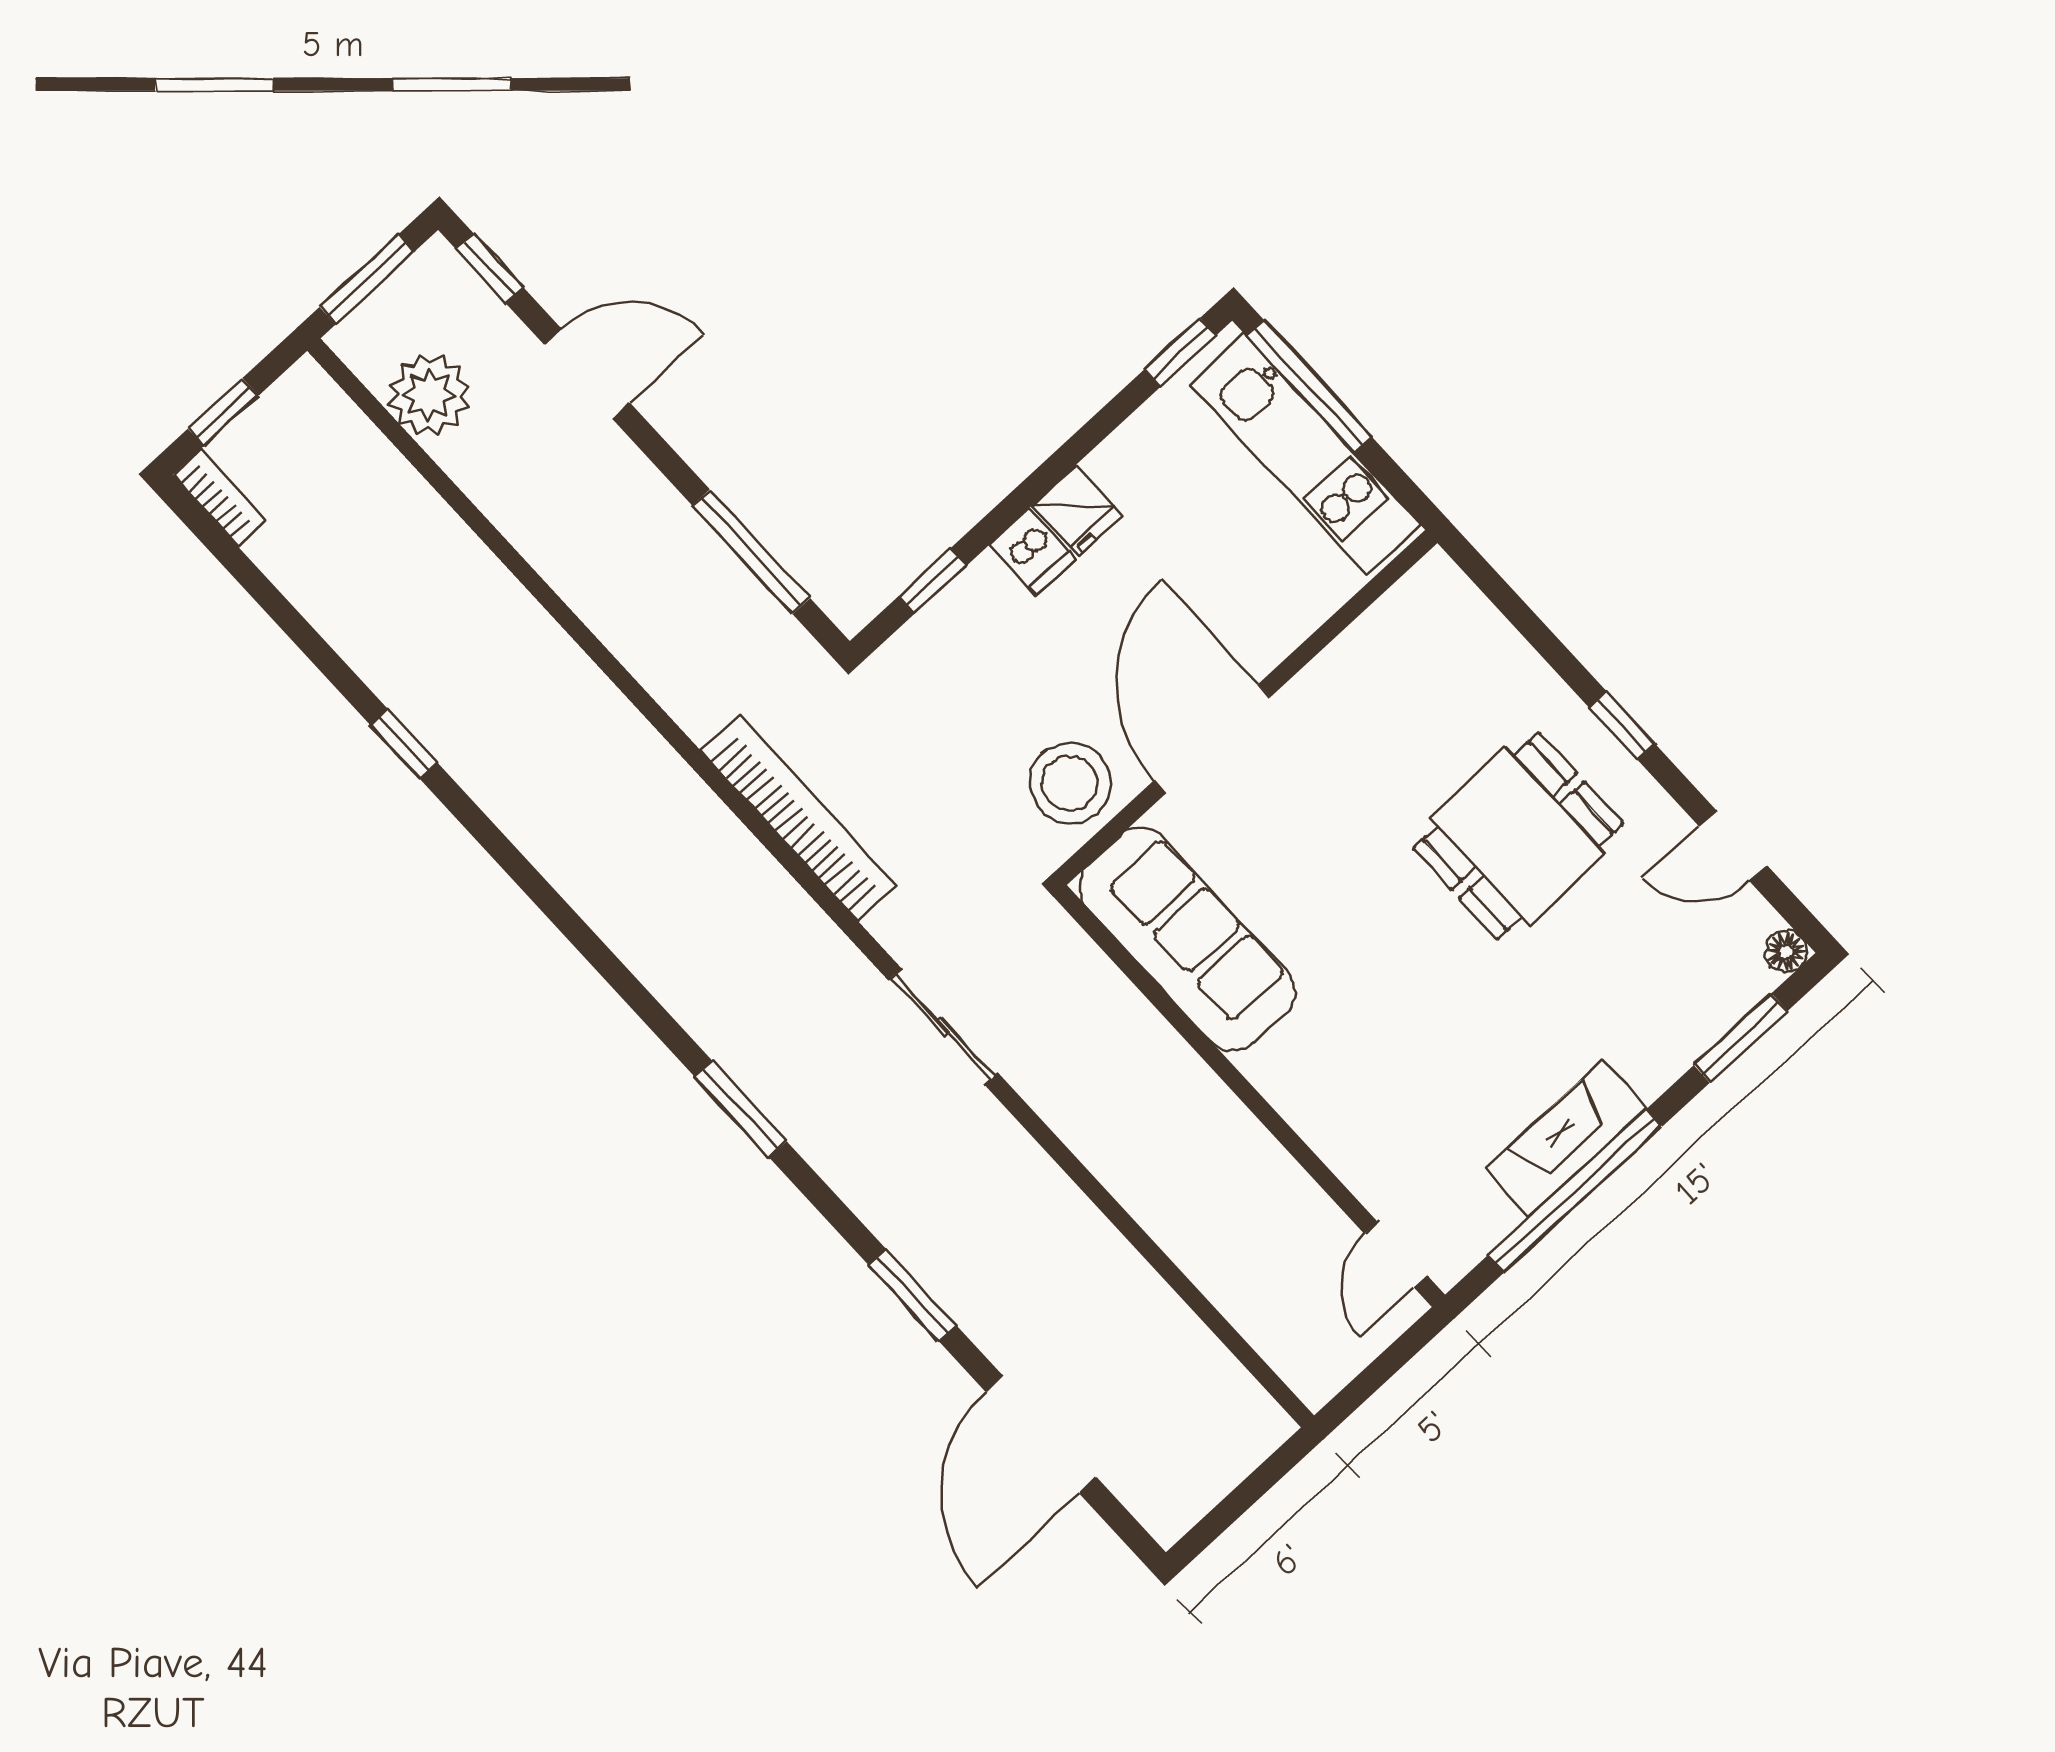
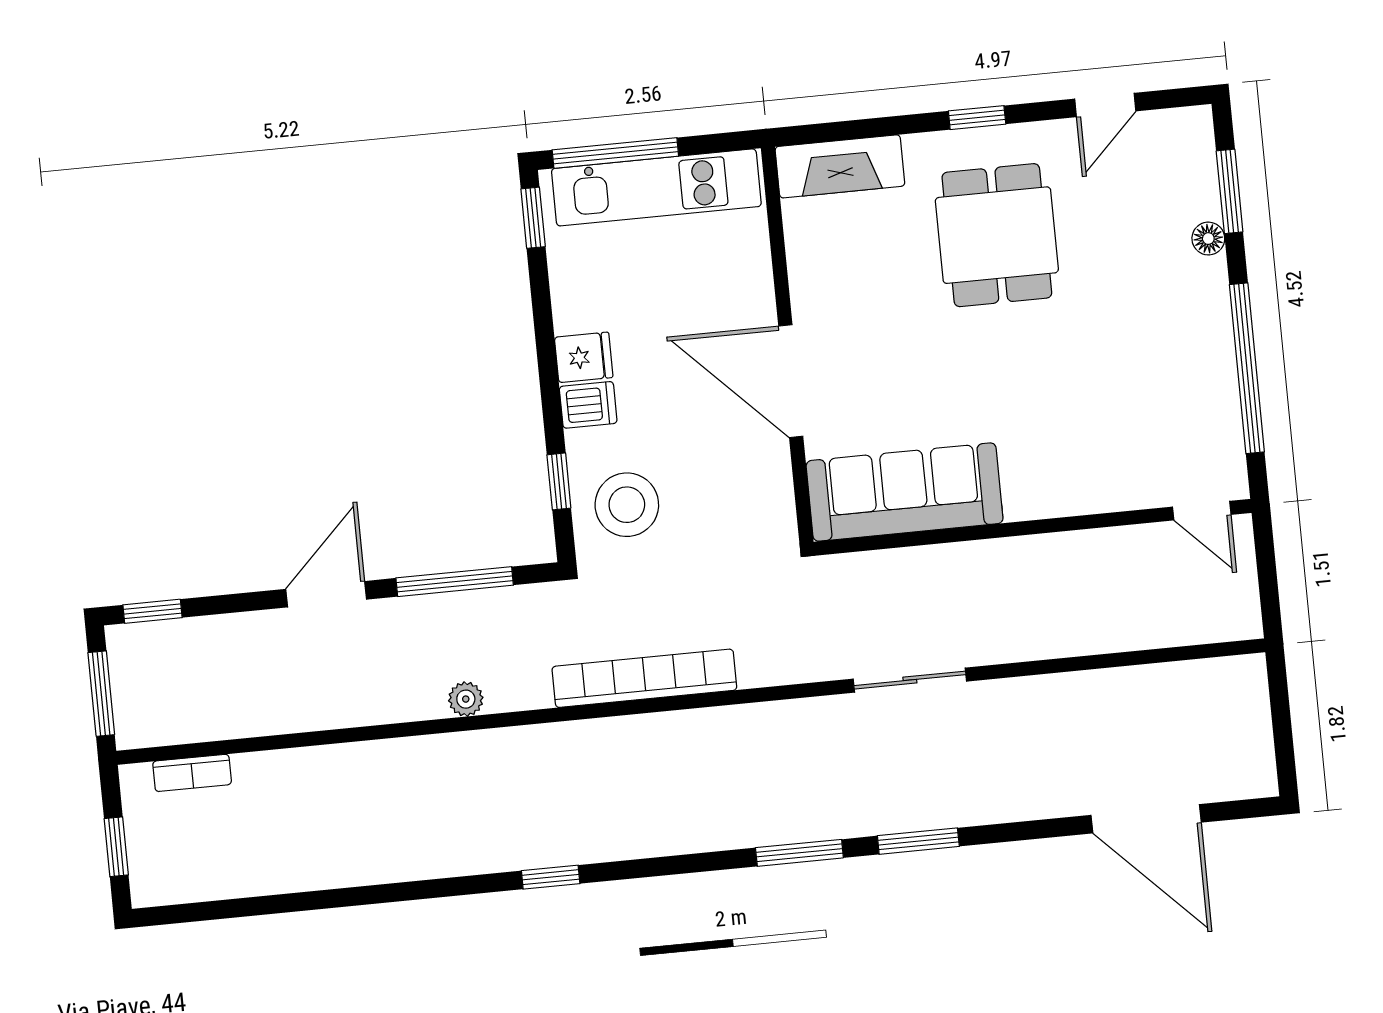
door: (587, 374) -> (326, 594), moved
plant: (429, 395) -> (466, 699), moved, width x0.53, depth x0.53
bookcase: (219, 498) -> (192, 773), moved, turned 180
window: (404, 744) -> (551, 877), moved
stool: (1070, 783) -> (627, 505), moved
floor lamp: (1786, 952) -> (1208, 239), moved
sliding door: (943, 1027) -> (910, 680), moved
fireplace: (1566, 1138) -> (840, 166), moved, turned -90
window: (913, 1295) -> (918, 841), moved

